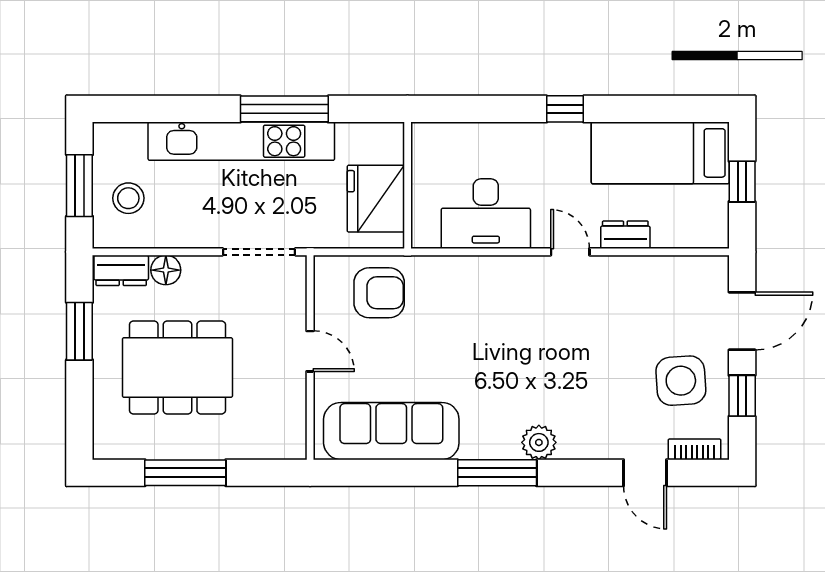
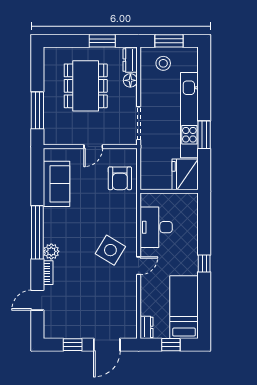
window: (284, 109) -> (204, 135), width x0.69
fridge: (376, 199) -> (185, 174), moved, turned -90
dresser: (625, 235) -> (146, 327), moved
door: (742, 321) -> (107, 345), hinge flipped
side table: (681, 381) -> (110, 250), moved, turned 35
sofa: (391, 431) -> (57, 184), width x0.73
bookcase: (694, 449) -> (48, 273), moved
window: (185, 473) -> (37, 110), moved
window: (497, 473) -> (37, 232), width x1.46

